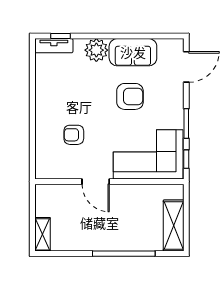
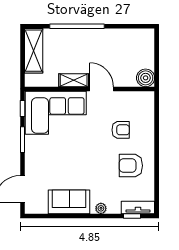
plant: (96, 50) -> (101, 208), width x0.53, depth x0.53
armchair: (130, 96) -> (131, 166), moved
boiler: (45, 194) -> (146, 78), added
shelving: (43, 234) -> (74, 80), moved, turned 90

